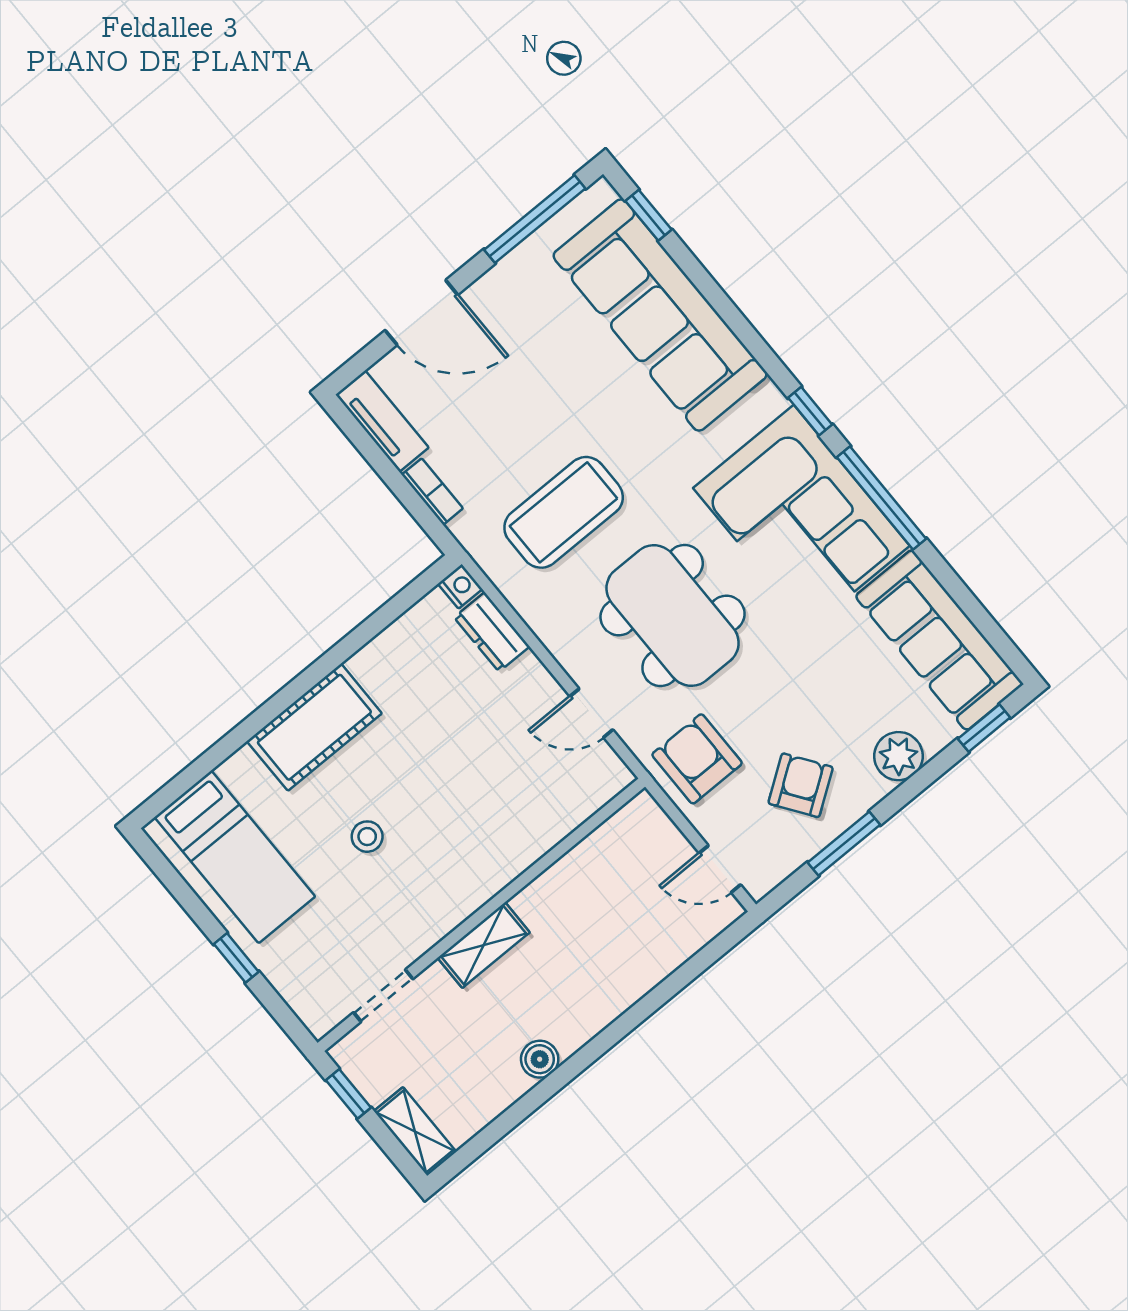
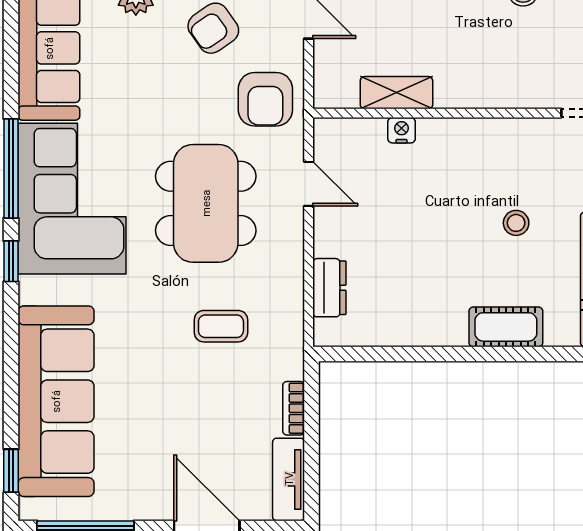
coffee table: (564, 512) -> (221, 326), width x0.54, depth x0.58
nightstand: (460, 586) -> (402, 130), moved, turned 90
cot: (314, 727) -> (506, 327), width x0.73, depth x0.75
shelving: (484, 945) -> (396, 93), moved

